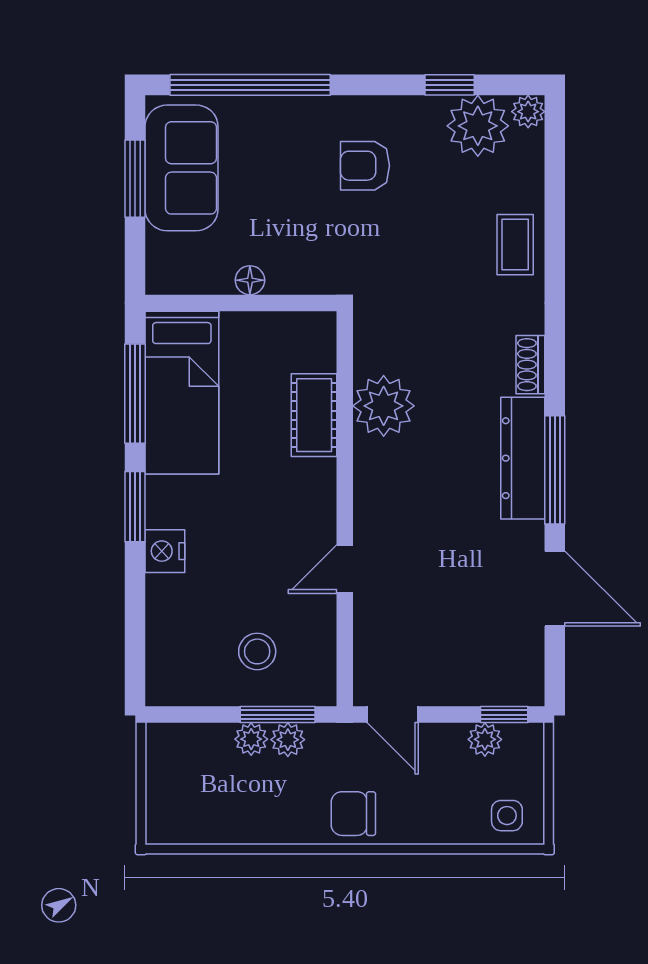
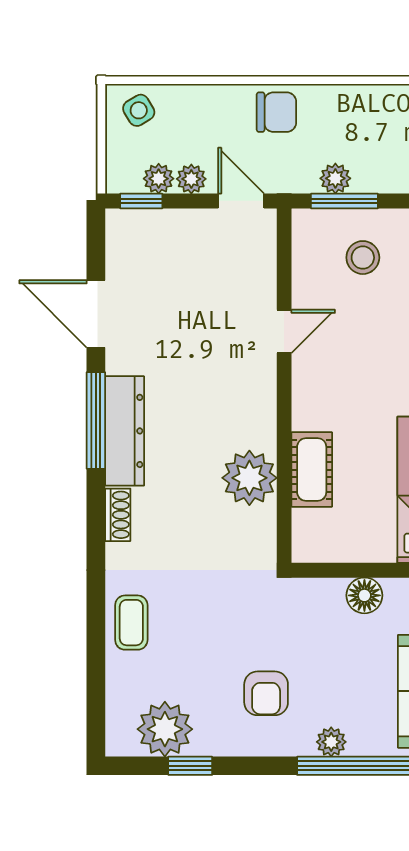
plant: (528, 112) -> (331, 742), moved
armchair: (365, 166) -> (266, 693), turned 90
floor lamp: (250, 280) -> (364, 595), width x1.37, depth x1.37
plant: (251, 739) -> (191, 179), moved
side table: (507, 816) -> (139, 110), turned -31

